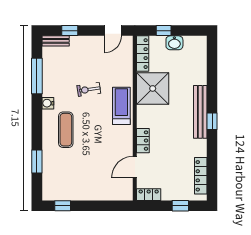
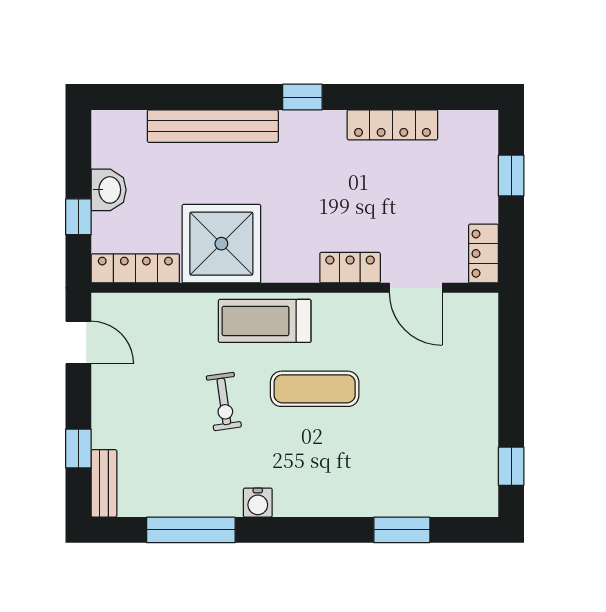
bench: (200, 112) -> (213, 126), moved
exercise mat: (66, 130) -> (315, 389), moved
locker: (201, 176) -> (392, 125), moved

